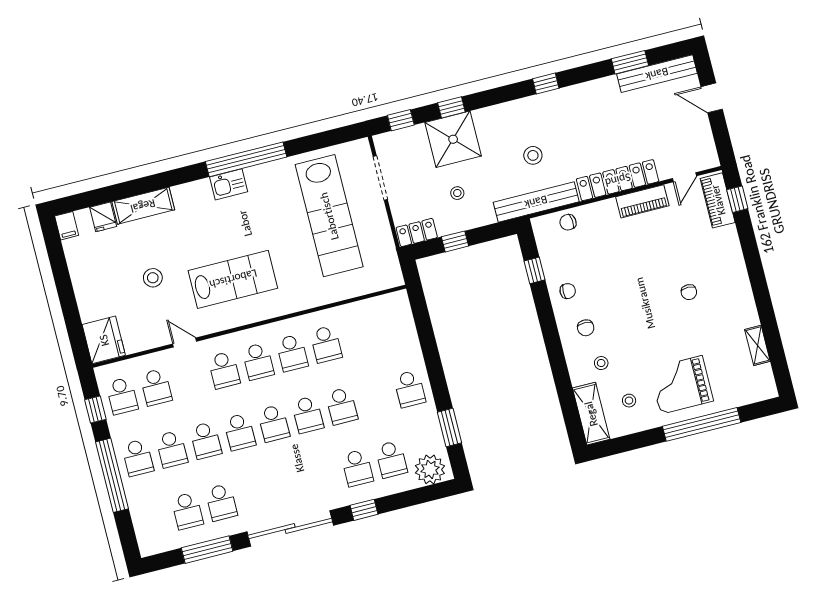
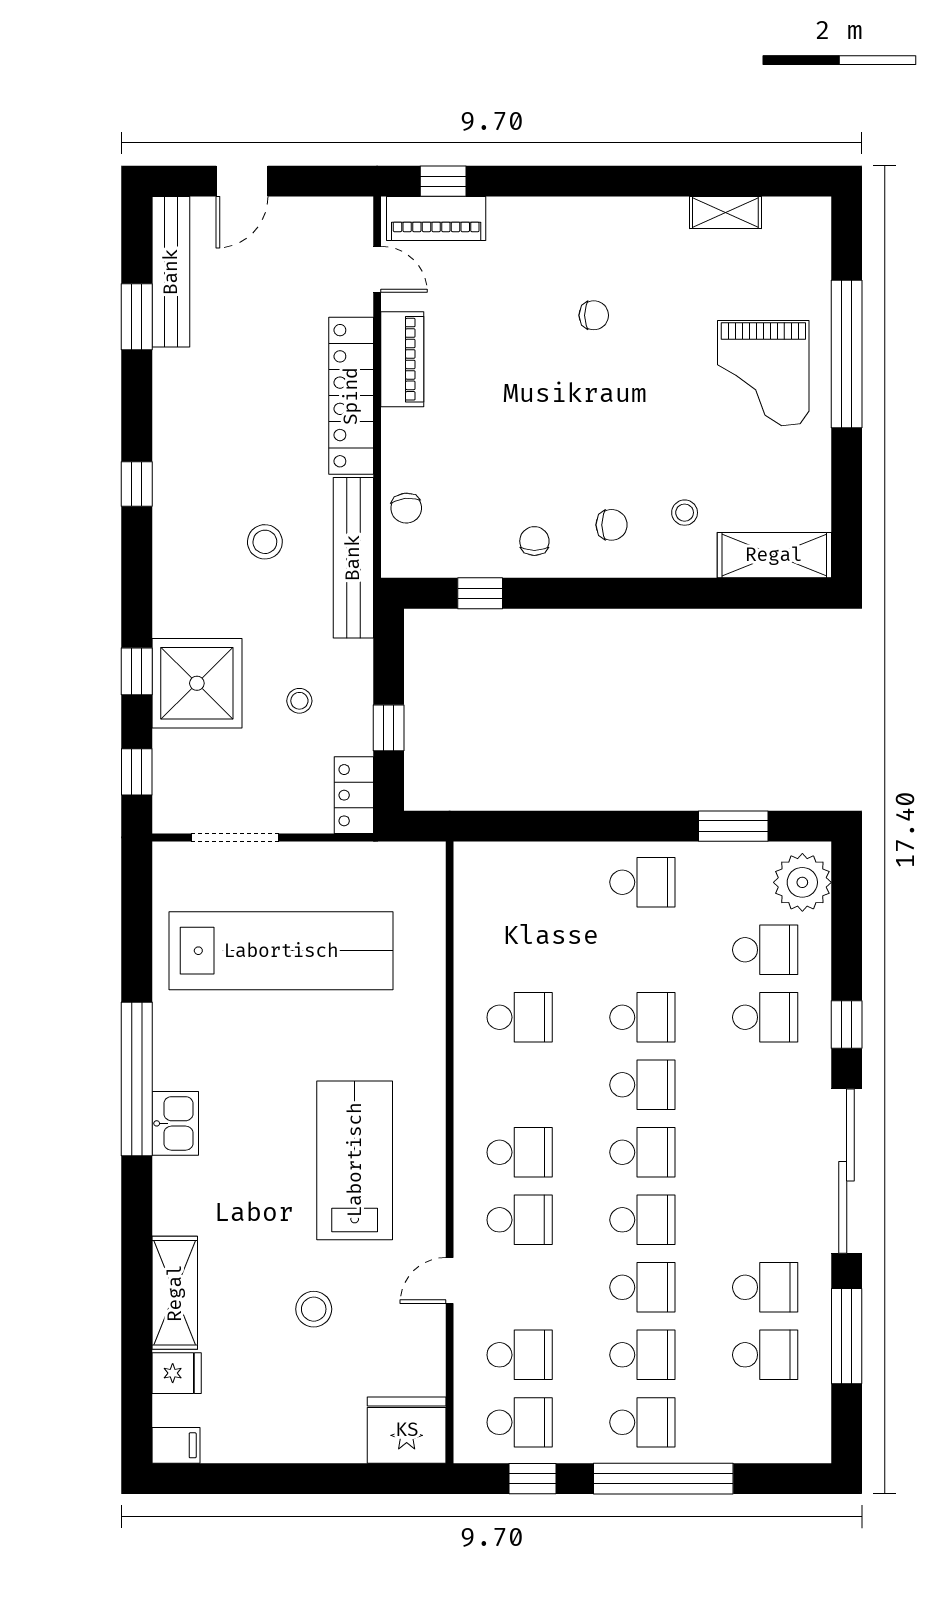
school desk: (292, 353) -> (520, 1085), removed
stool: (629, 401) -> (768, 478), removed

